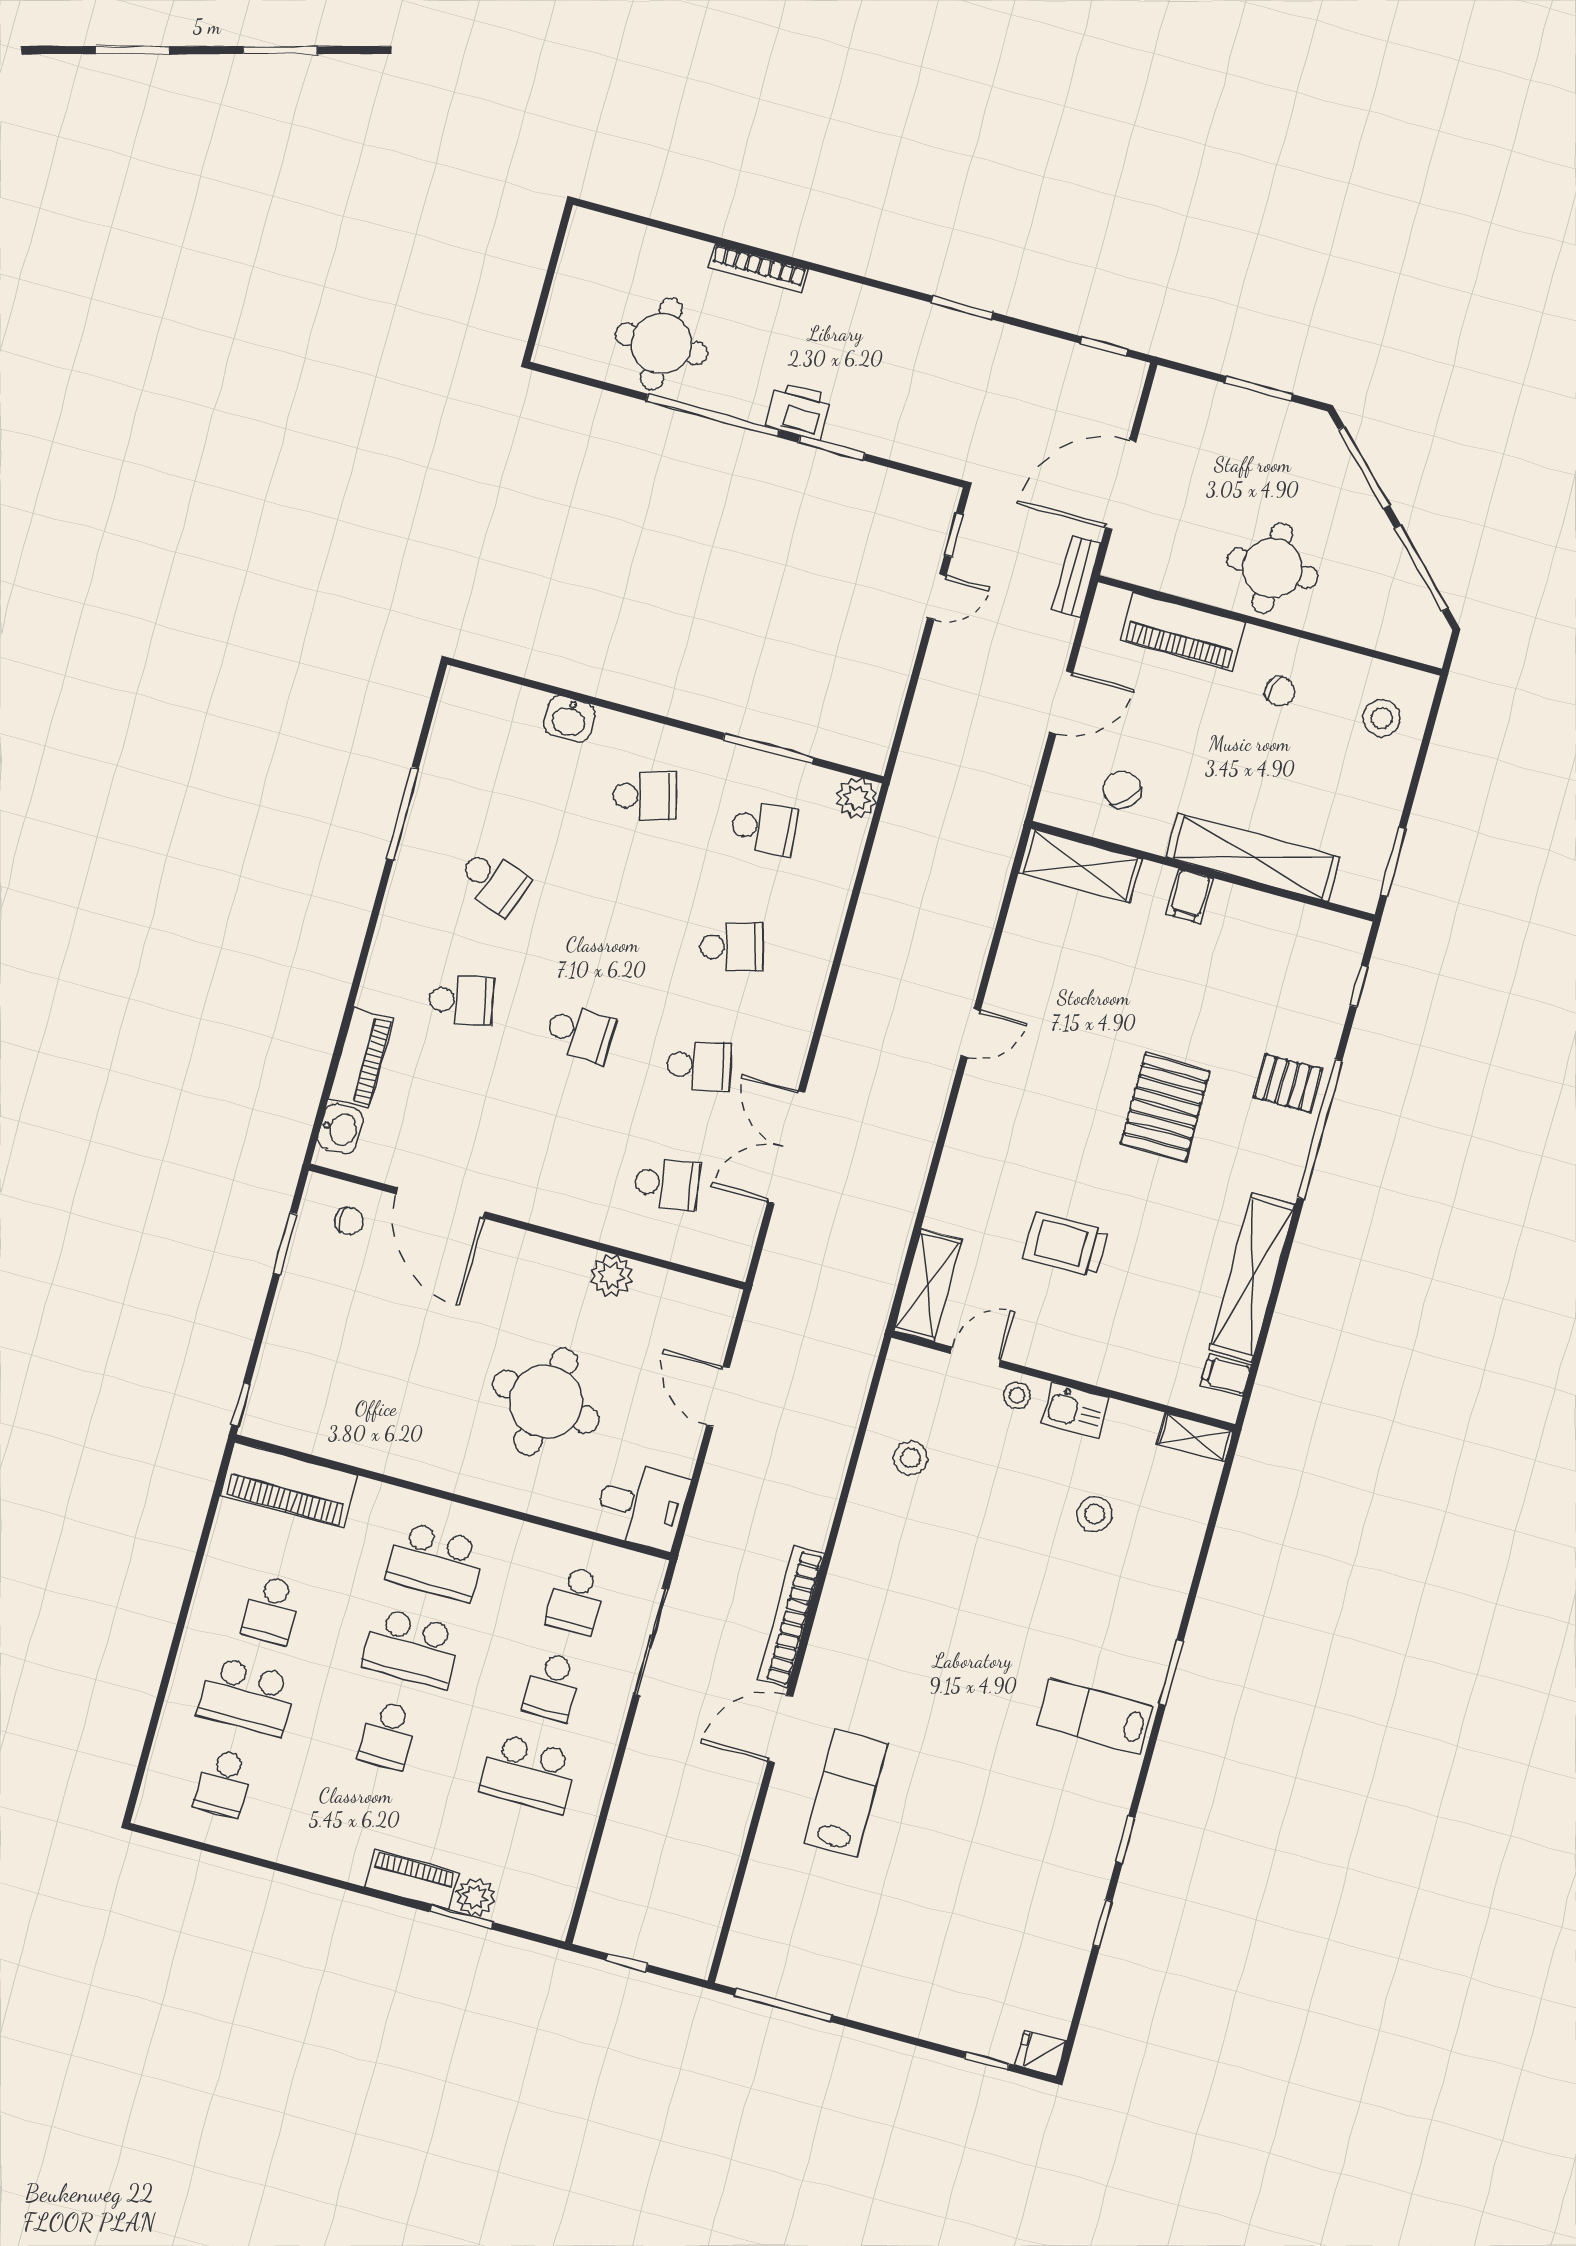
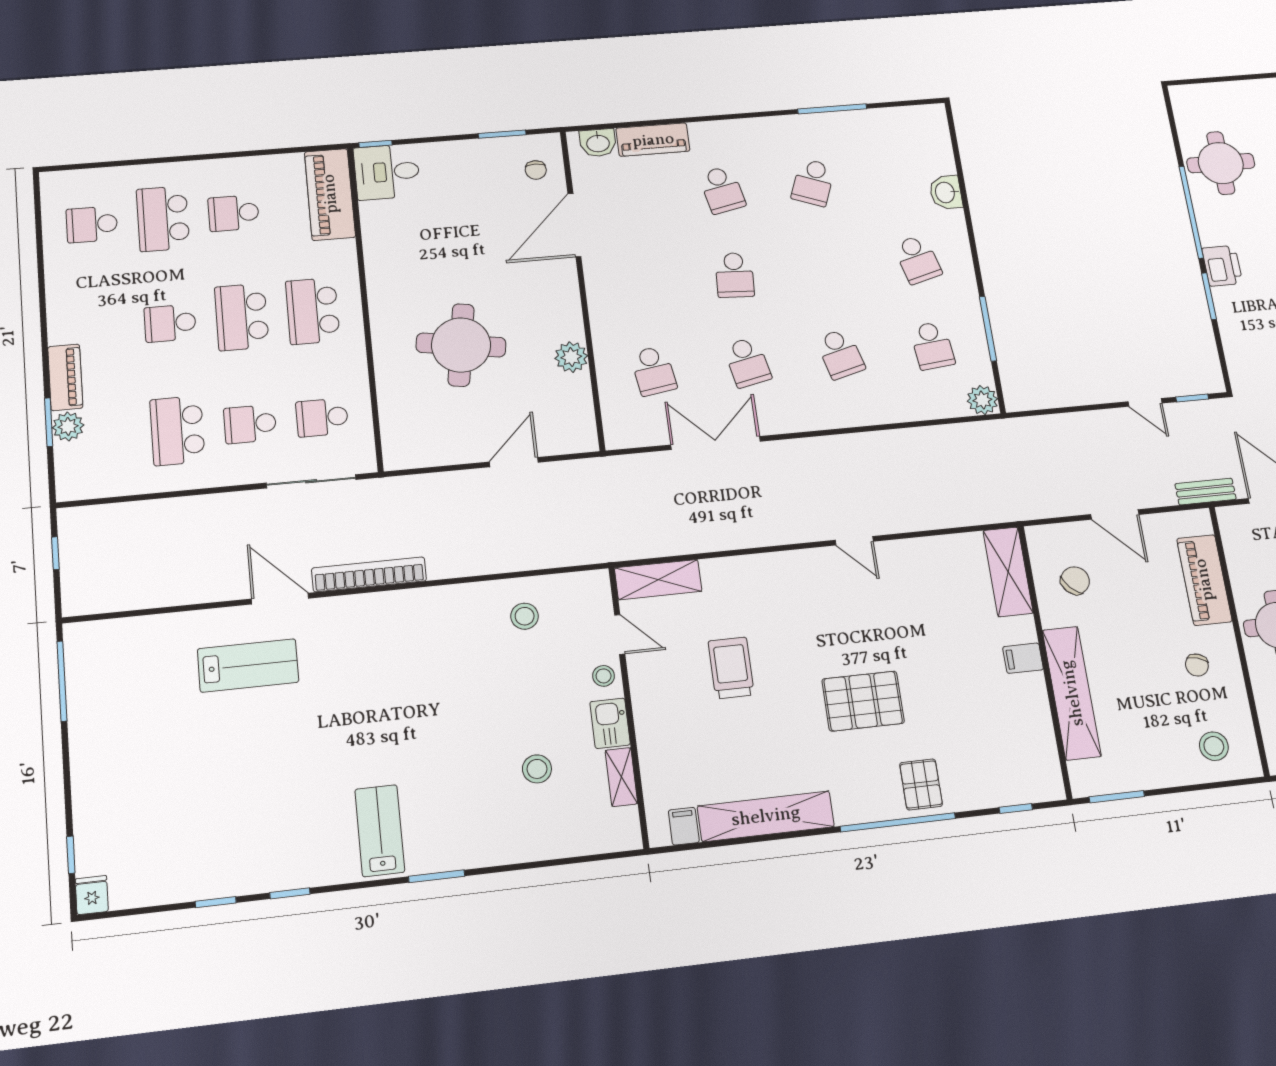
shelving: (1195, 1437) -> (621, 777), moved
desk: (642, 1506) -> (387, 172), moved, turned 90

